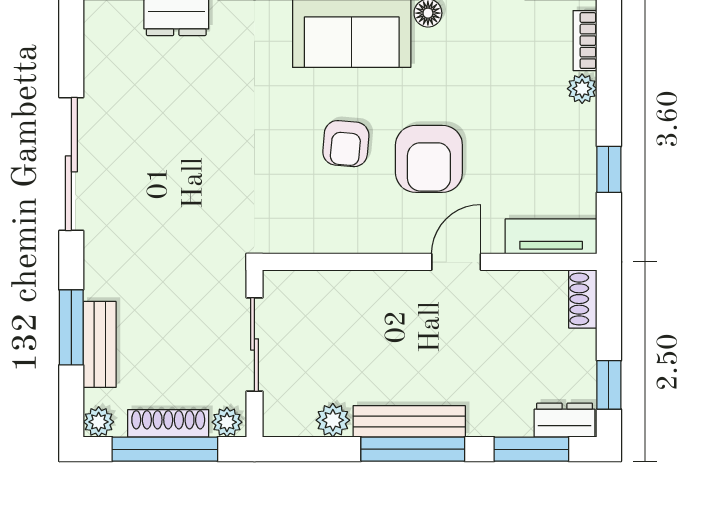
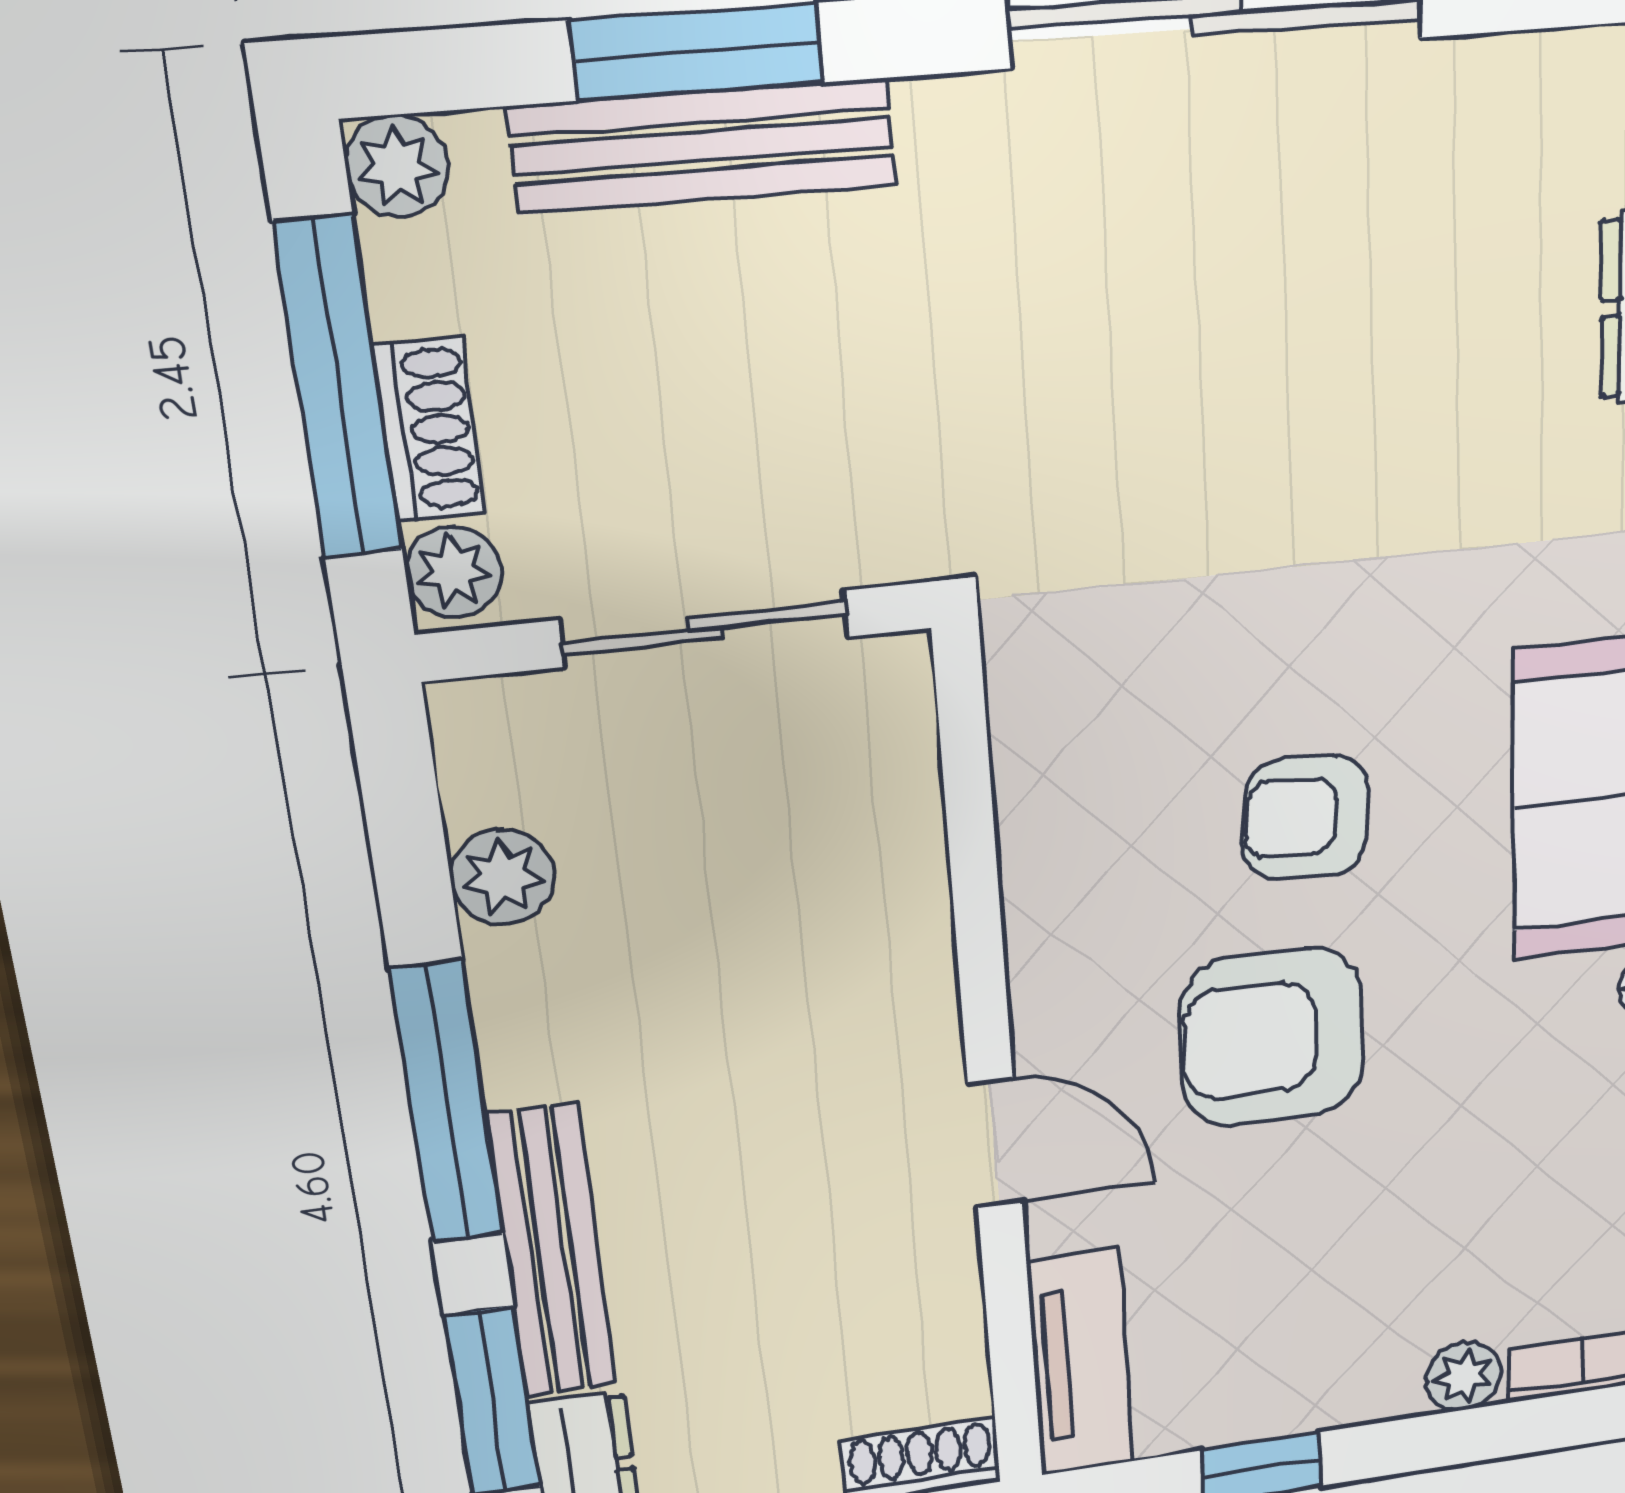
bench: (100, 344) -> (703, 146), width x1.36
bench: (409, 421) -> (551, 1251), moved
shoe rack: (168, 423) -> (429, 430), width x0.70

